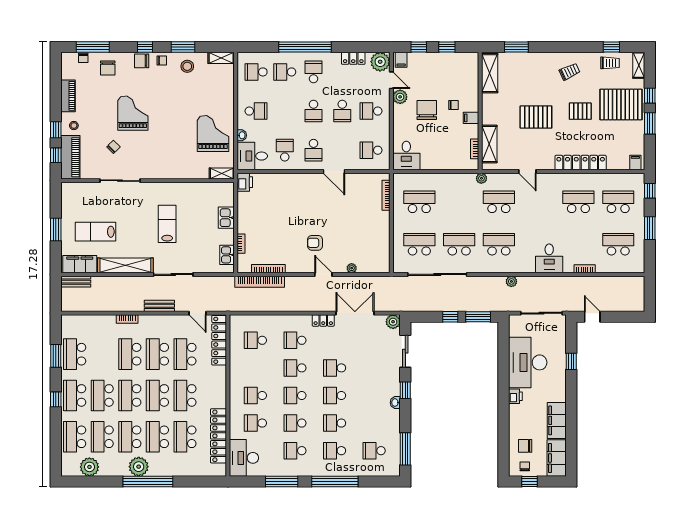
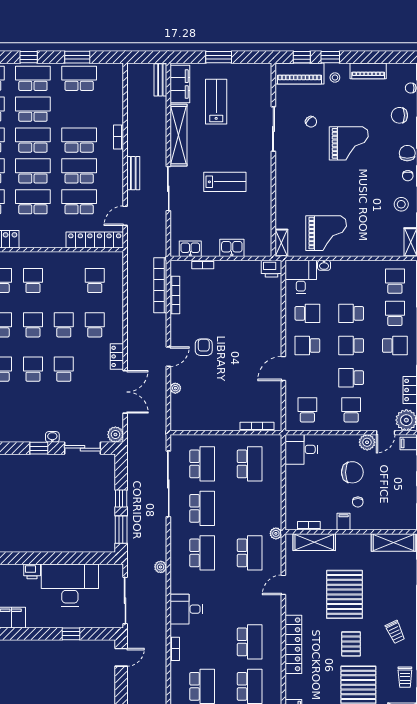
school desk: (256, 111) -> (351, 313), moved, turned 90
pallet: (536, 117) -> (344, 594), width x1.37, depth x1.41
washbasin: (395, 403) -> (52, 437), moved

